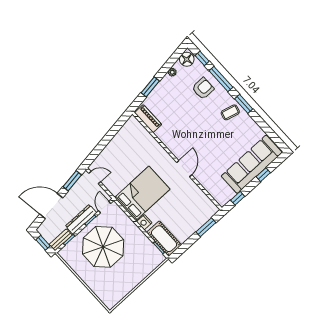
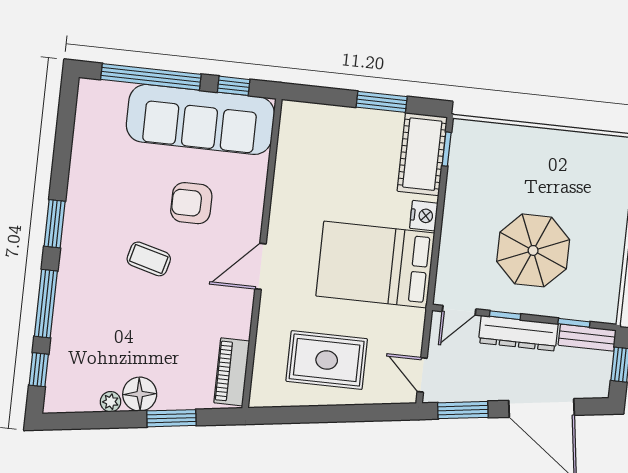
floor lamp: (187, 59) -> (140, 394), moved
armchair: (203, 88) -> (191, 203), moved
coffee table: (230, 112) -> (149, 259), moved
rug: (126, 152) -> (327, 360), added
sofa: (252, 164) -> (200, 119), moved
door: (184, 169) -> (261, 266), moved
window: (263, 175) -> (151, 77), width x3.17
window: (206, 227) -> (382, 102), moved
parasol: (103, 247) -> (533, 250), width x0.73, depth x0.73

